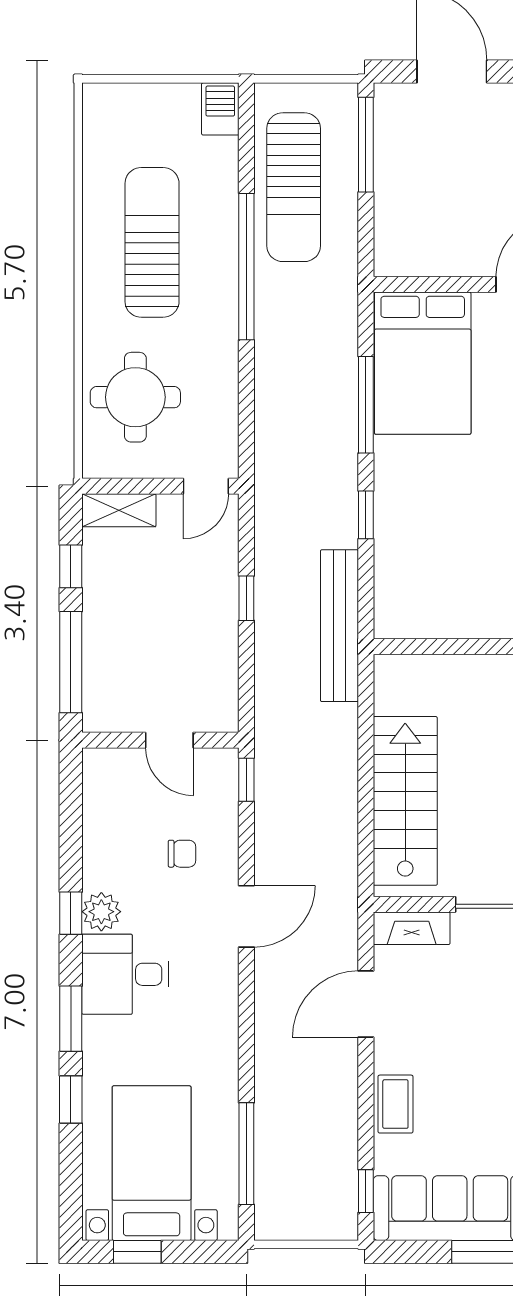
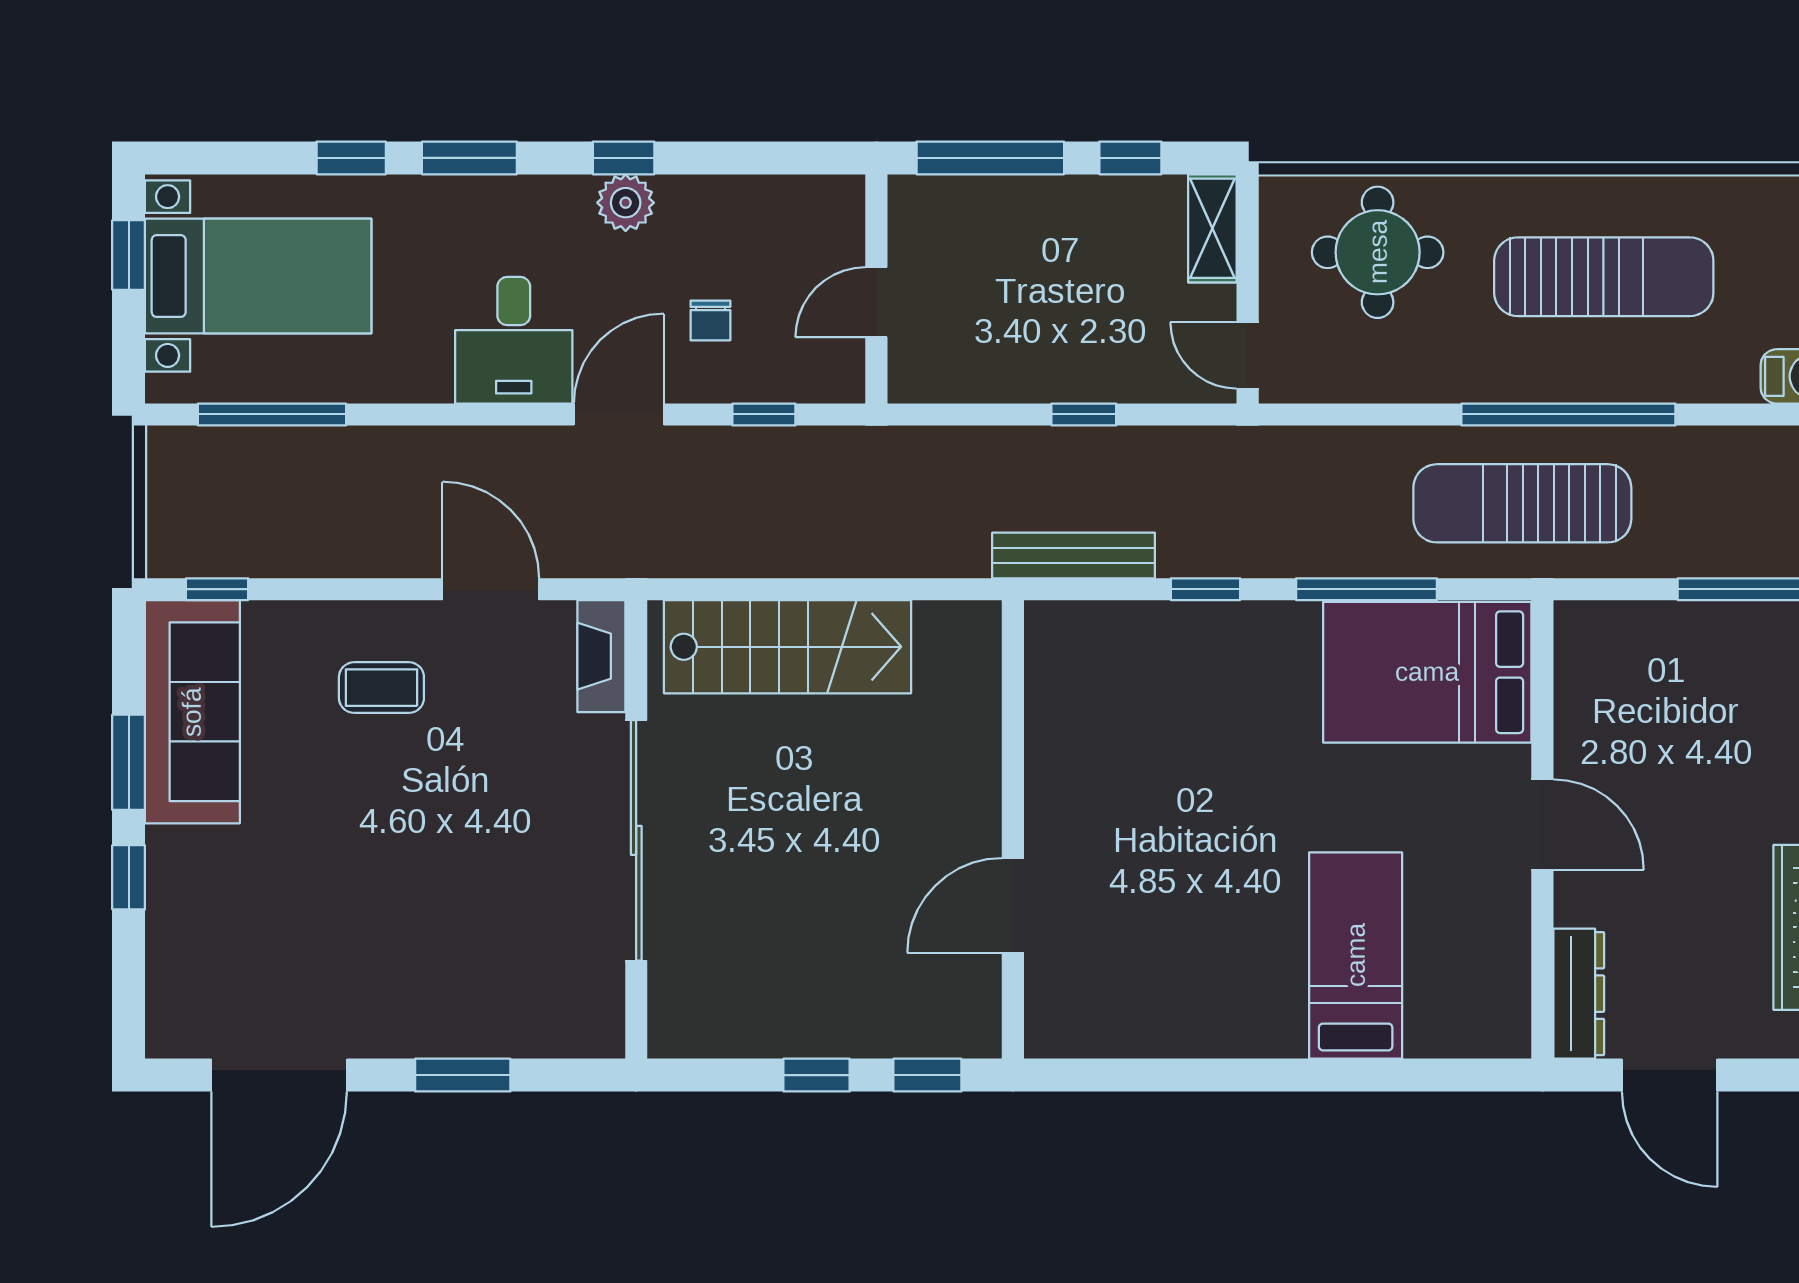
sun lounger: (294, 187) -> (1522, 503), moved
bench: (339, 626) -> (1074, 555), width x0.73, depth x0.82
window: (246, 780) -> (764, 414), moved
door: (246, 916) -> (619, 414), swing flipped
desk: (125, 974) -> (514, 340), moved, turned 180
coffee table: (395, 1104) -> (381, 688), moved

